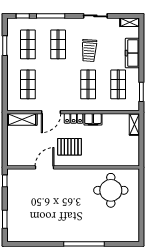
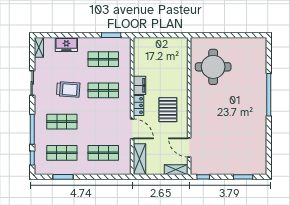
freezer: (132, 53) -> (66, 44), width x0.71
shelving: (134, 124) -> (176, 170), moved
door: (45, 167) -> (189, 147), moved

